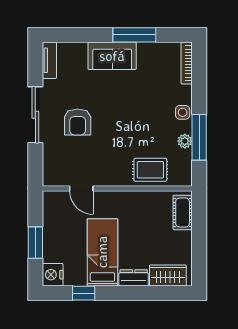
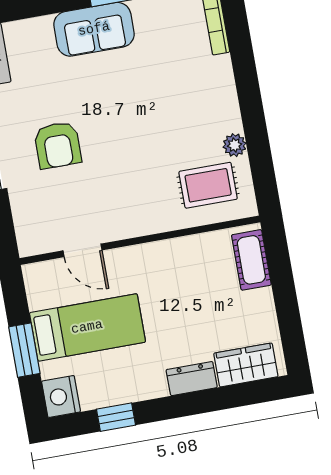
side table: (183, 112) -> (223, 100), removed
window: (199, 137) -> (256, 135), removed
rug: (150, 170) -> (208, 185), moved
bed: (102, 252) -> (87, 327), moved, turned 90

